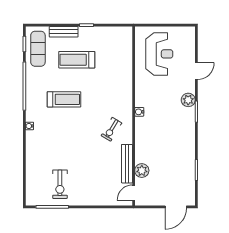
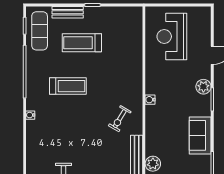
reception desk: (159, 54) -> (172, 36), turned 180
sofa: (185, 145) -> (200, 135), added

